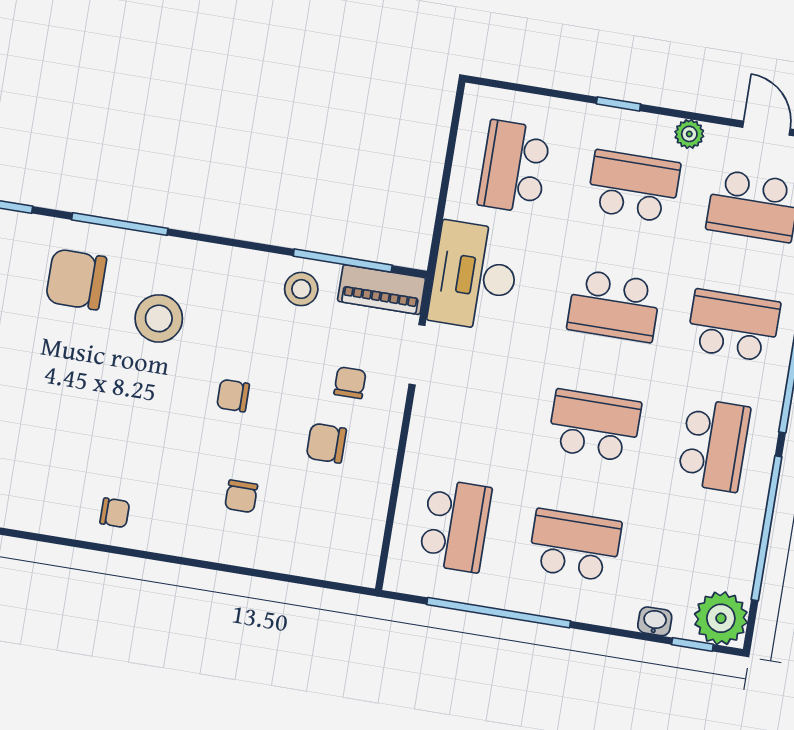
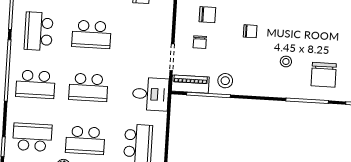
desk: (474, 276) -> (151, 94), width x0.73
chair: (76, 279) -> (324, 75), turned 90
school desk: (614, 306) -> (88, 87), turned 180
stool: (159, 318) -> (286, 61), width x0.53, depth x0.53

